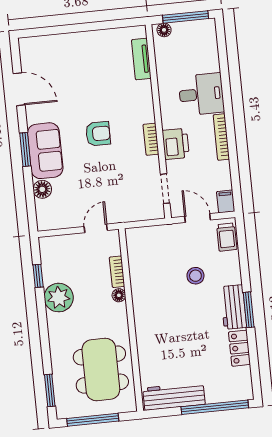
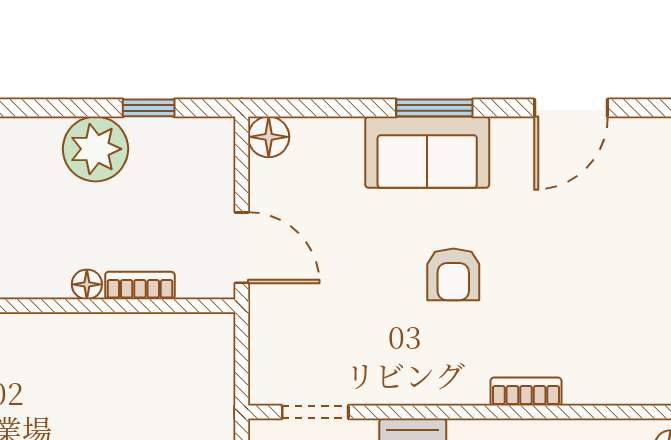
tv unit: (141, 59) -> (611, 388), removed
bookcase: (151, 139) -> (526, 392), moved
floor lamp: (42, 189) -> (269, 137), moved
door: (96, 228) -> (242, 248), width x1.38

